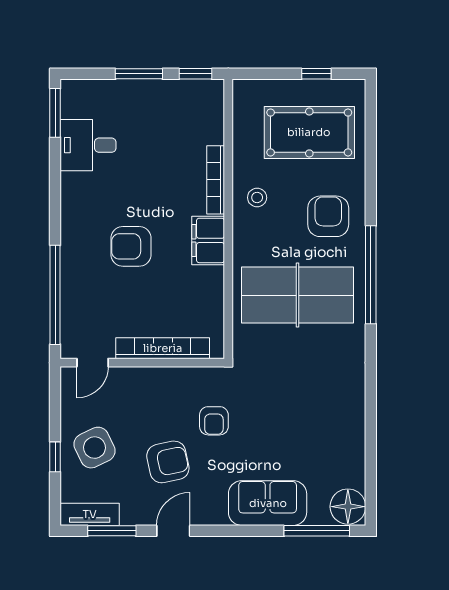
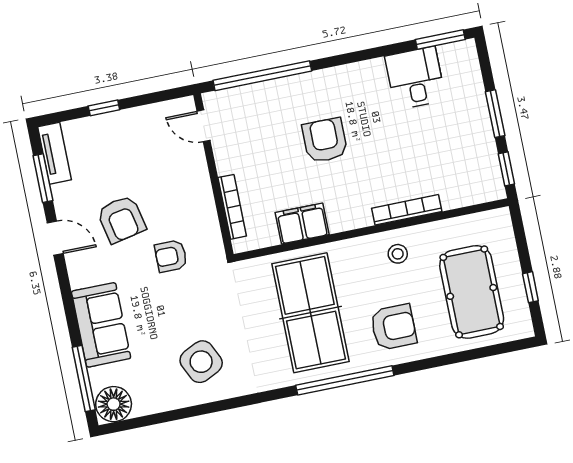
filing cabinet: (208, 240) -> (302, 224), moved
bookcase: (163, 348) -> (232, 207), width x0.68, depth x0.76
side table: (95, 448) -> (201, 362), moved

